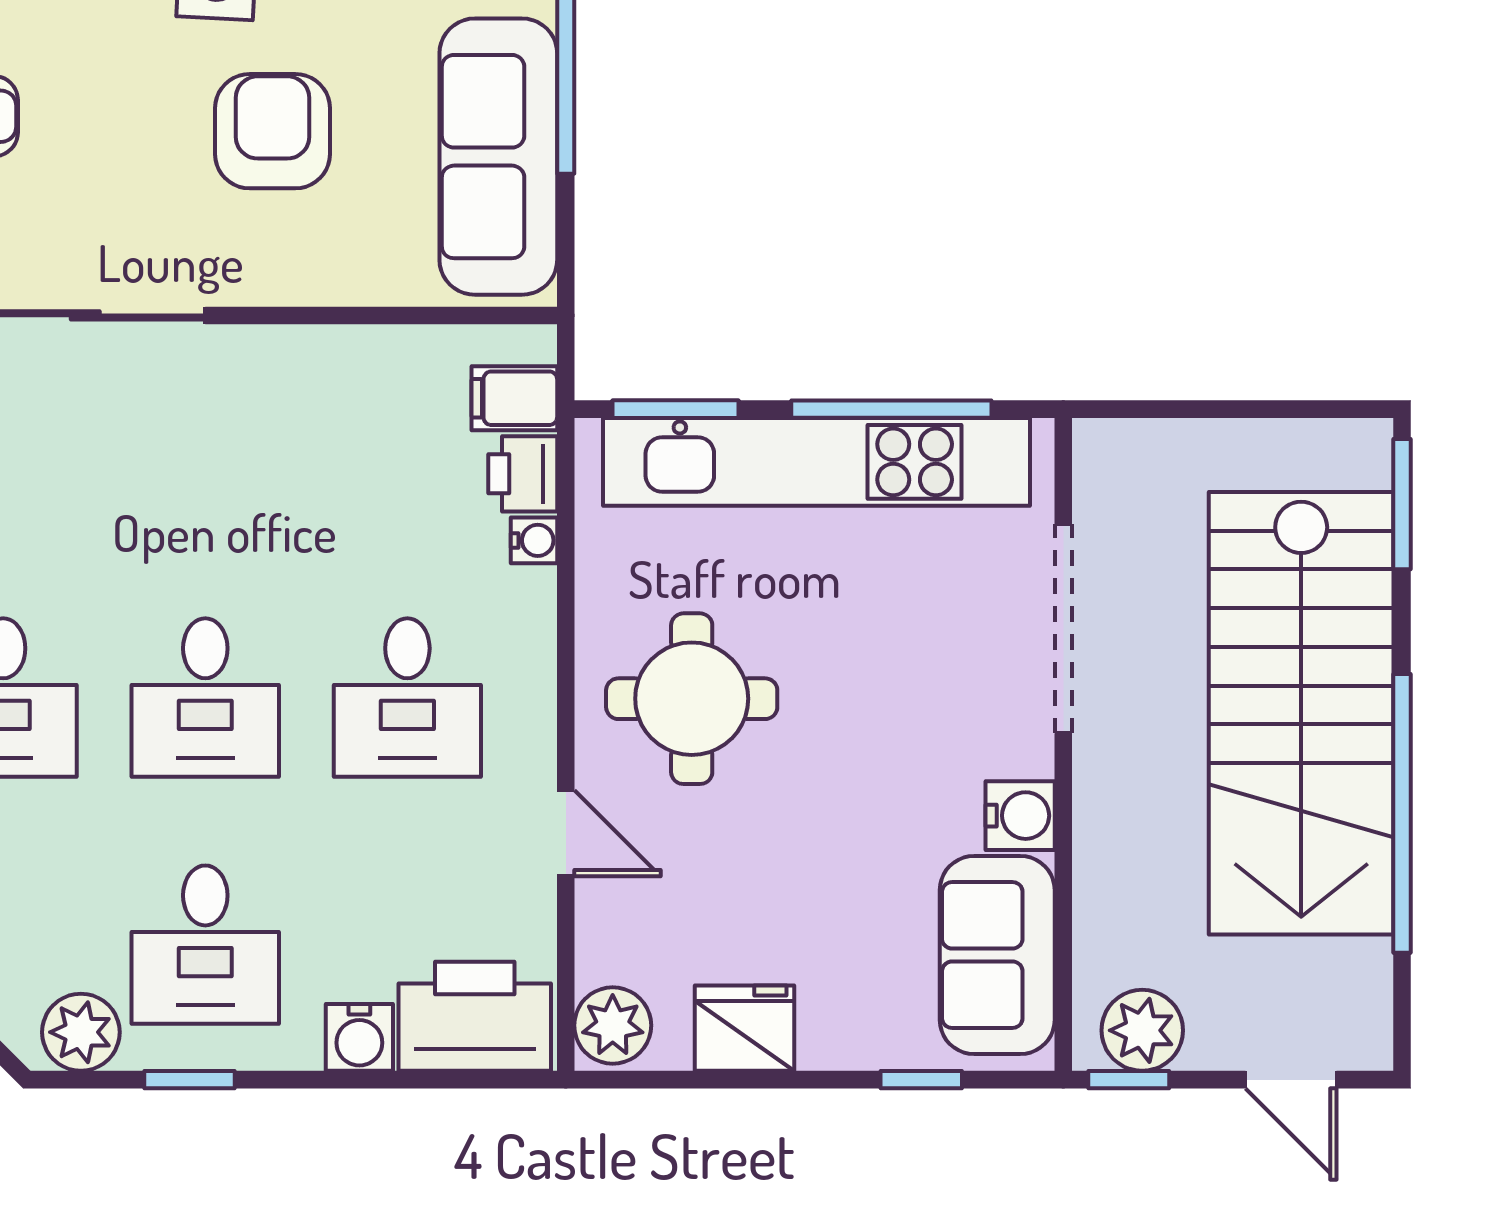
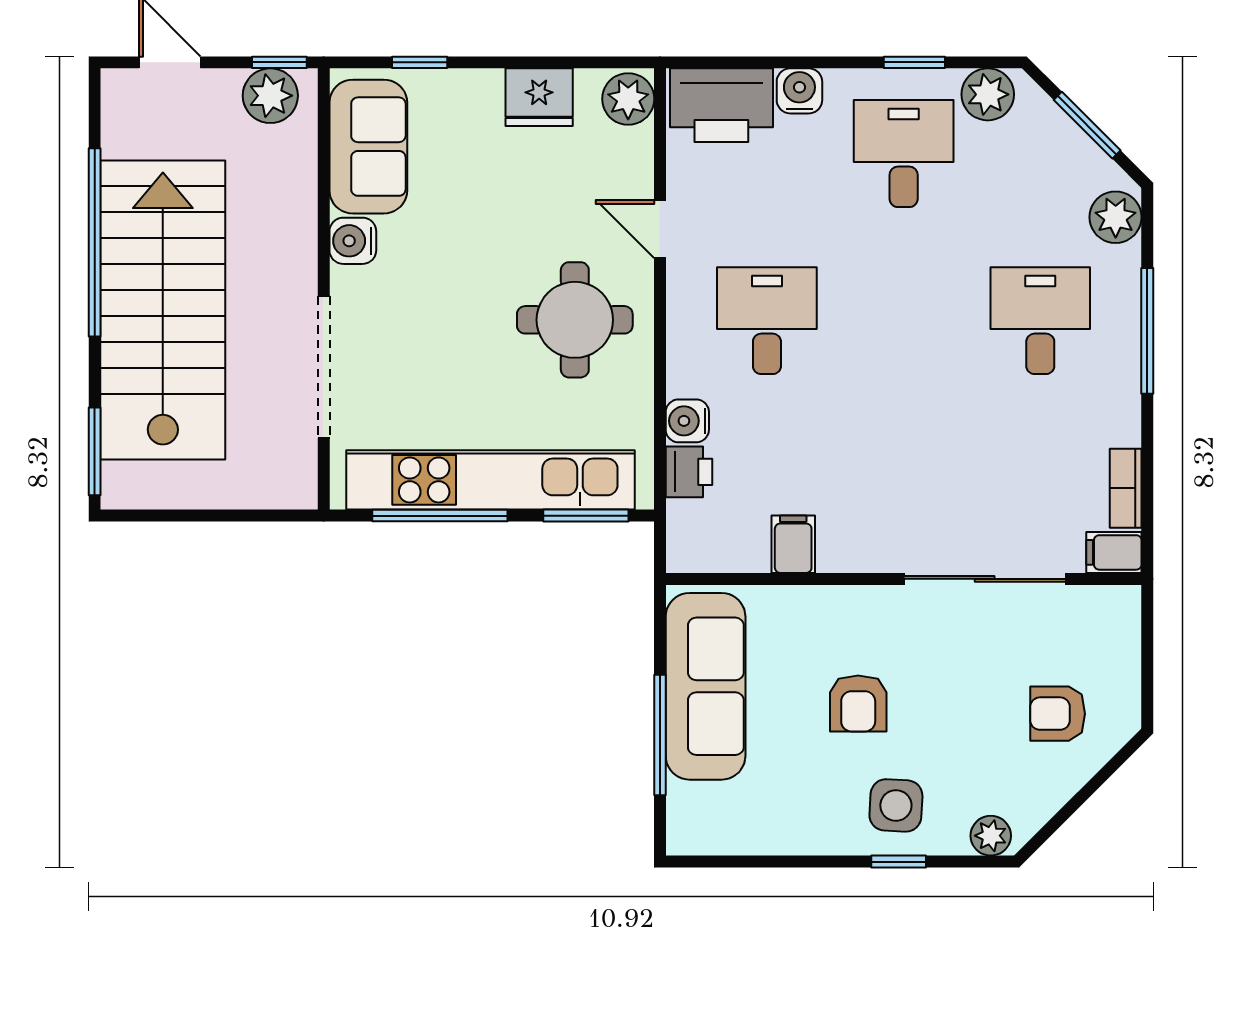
armchair: (273, 131) -> (858, 703), width x0.72, depth x0.72
filing cabinet: (514, 398) -> (793, 544), moved, turned -90
water cooler: (534, 540) -> (687, 421), width x1.38, depth x1.38
desk: (205, 698) -> (904, 321), removed

